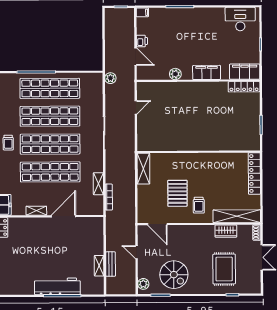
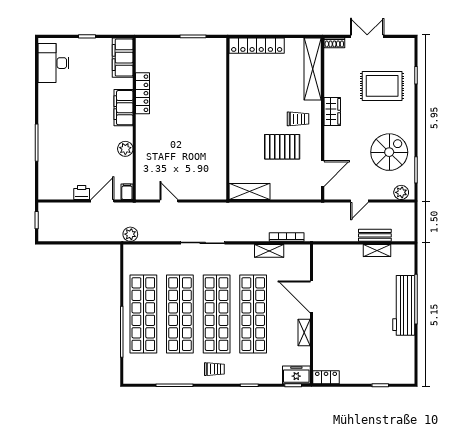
filing cabinet: (142, 12) -> (127, 192), moved
locker: (244, 87) -> (143, 93), moved
wardrobe: (226, 231) -> (332, 111), moved

